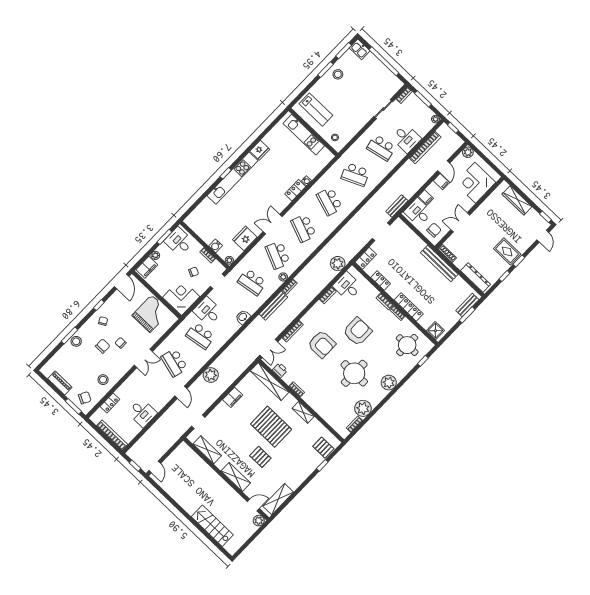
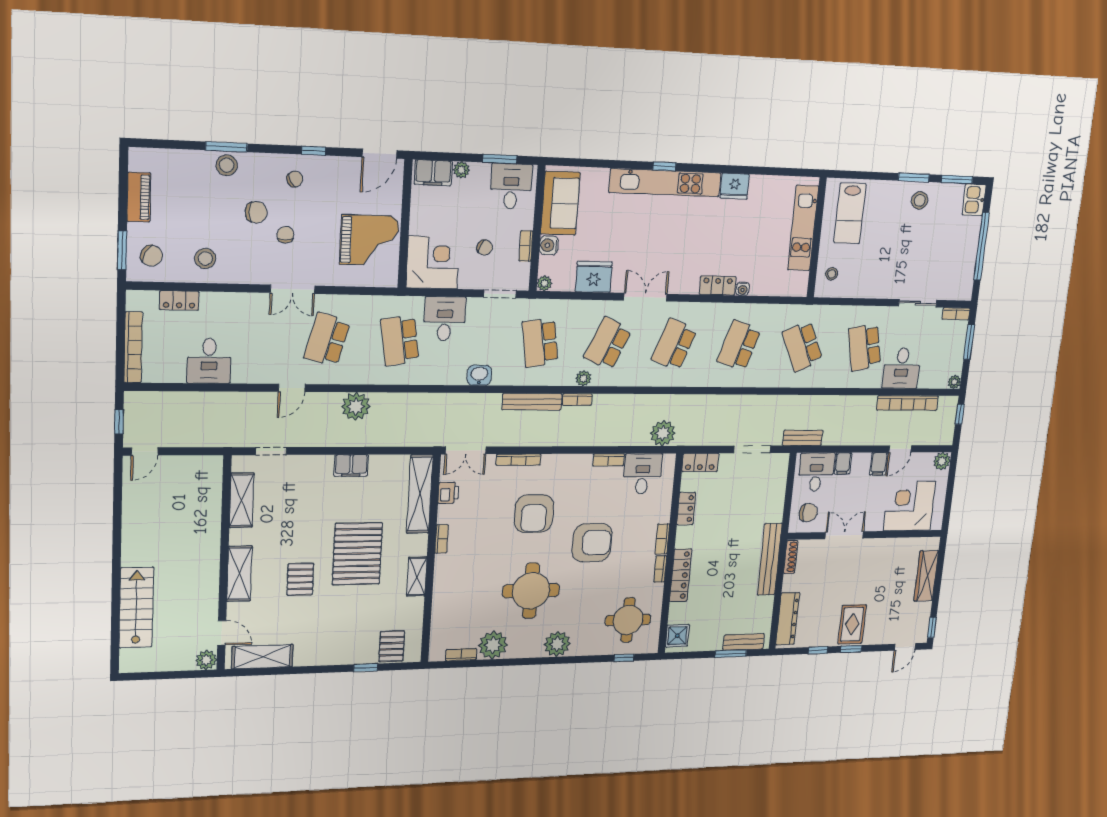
sofa: (203, 227) -> (560, 203), added

